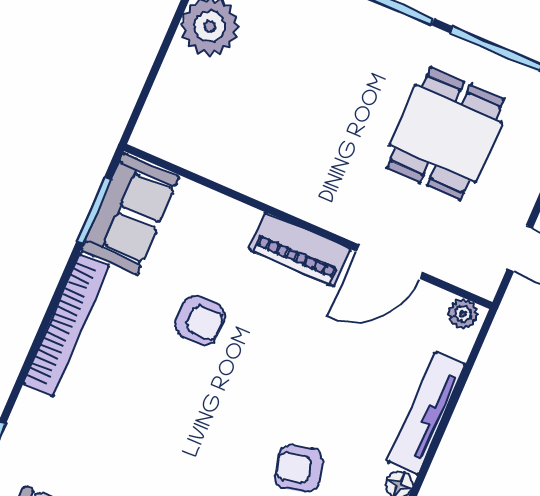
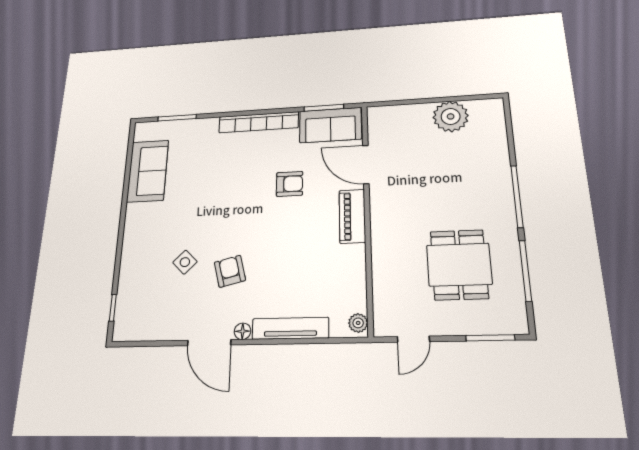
dining table: (445, 134) -> (459, 265), turned 90
door: (389, 262) -> (366, 165), moved
armchair: (200, 321) -> (290, 184), turned -90

